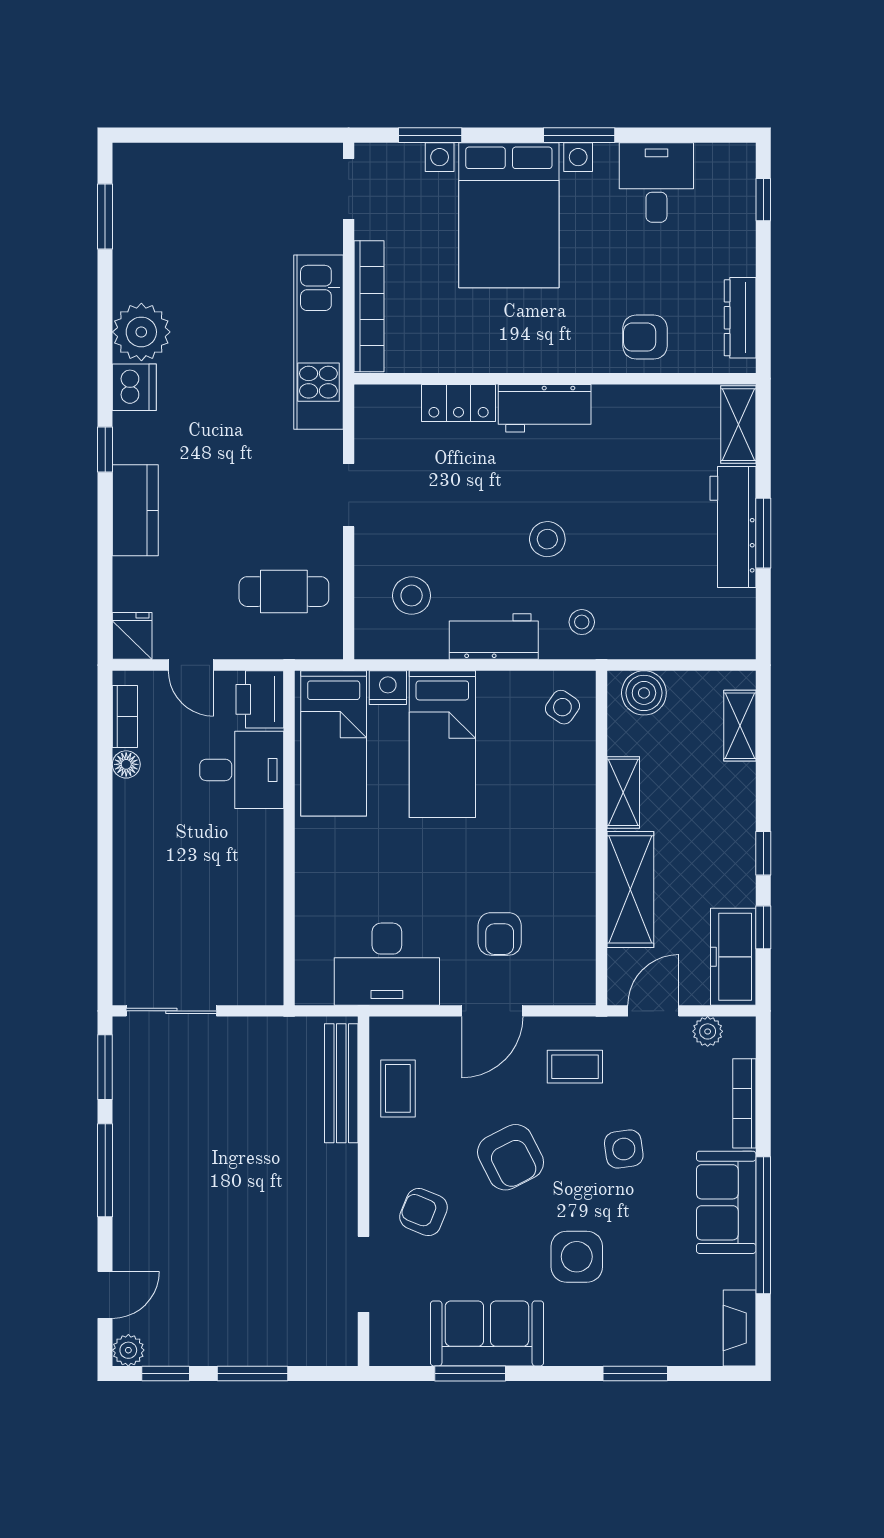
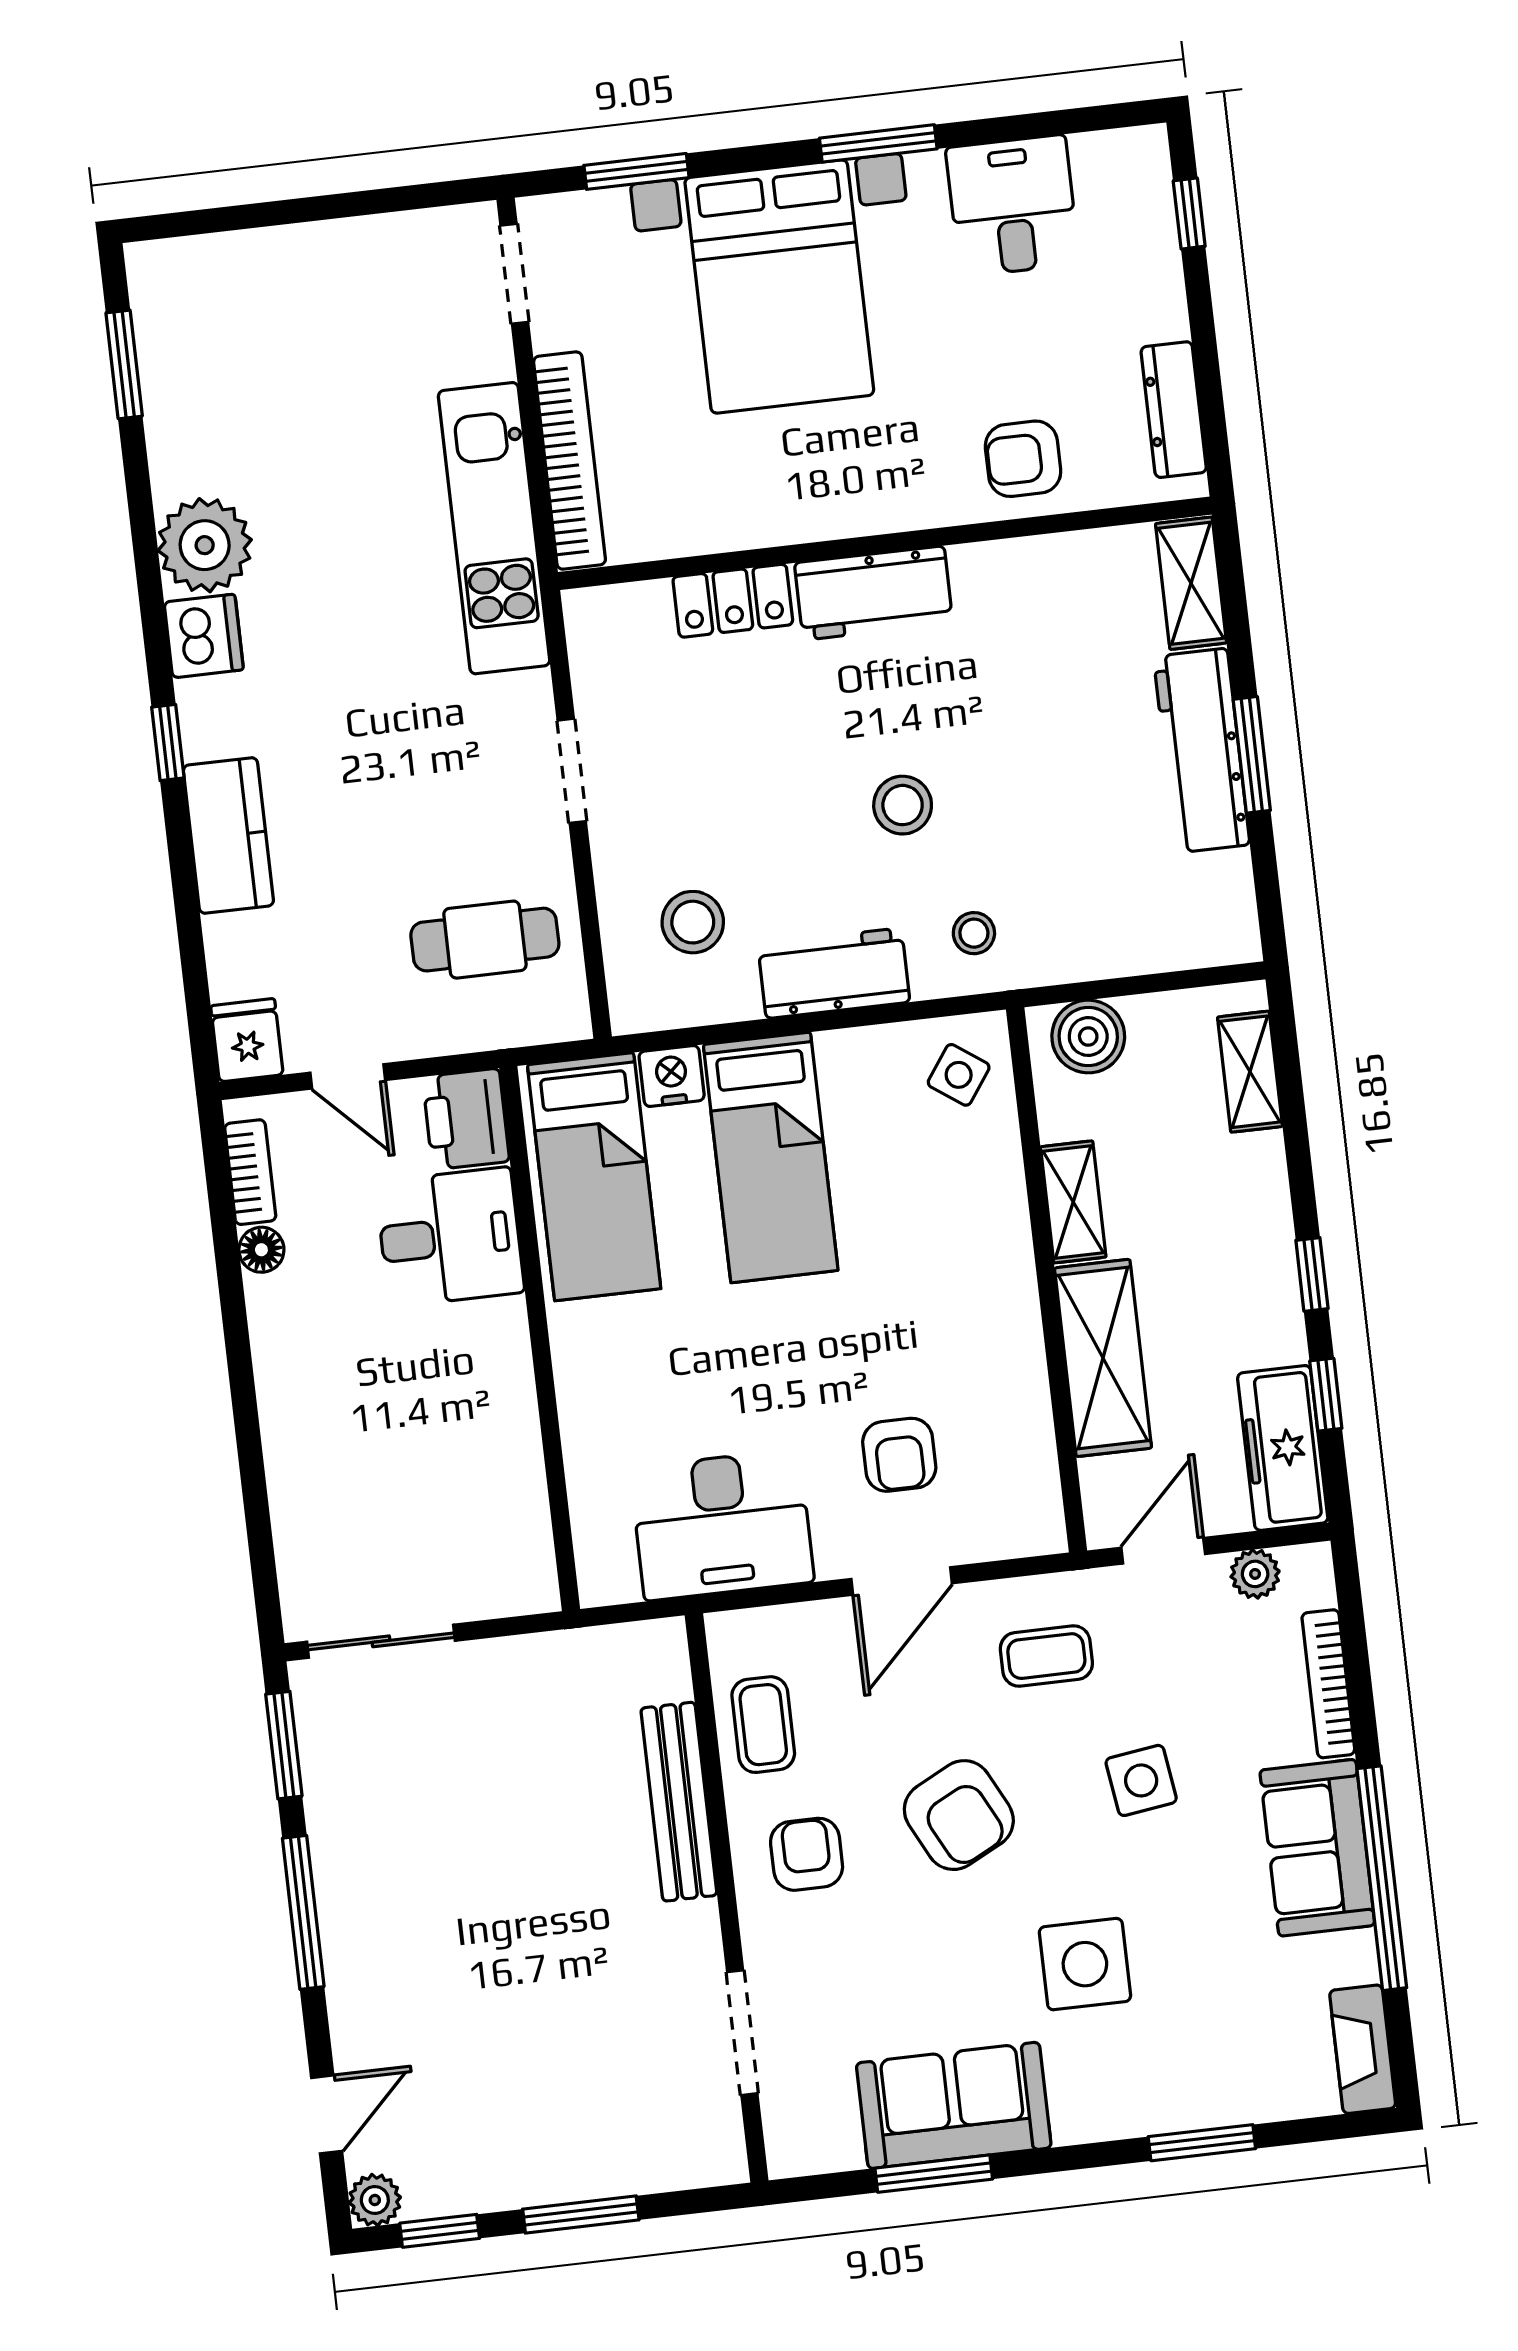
bench: (341, 1083) -> (679, 1802), moved
armchair: (424, 1212) -> (807, 1854), moved, turned 68

